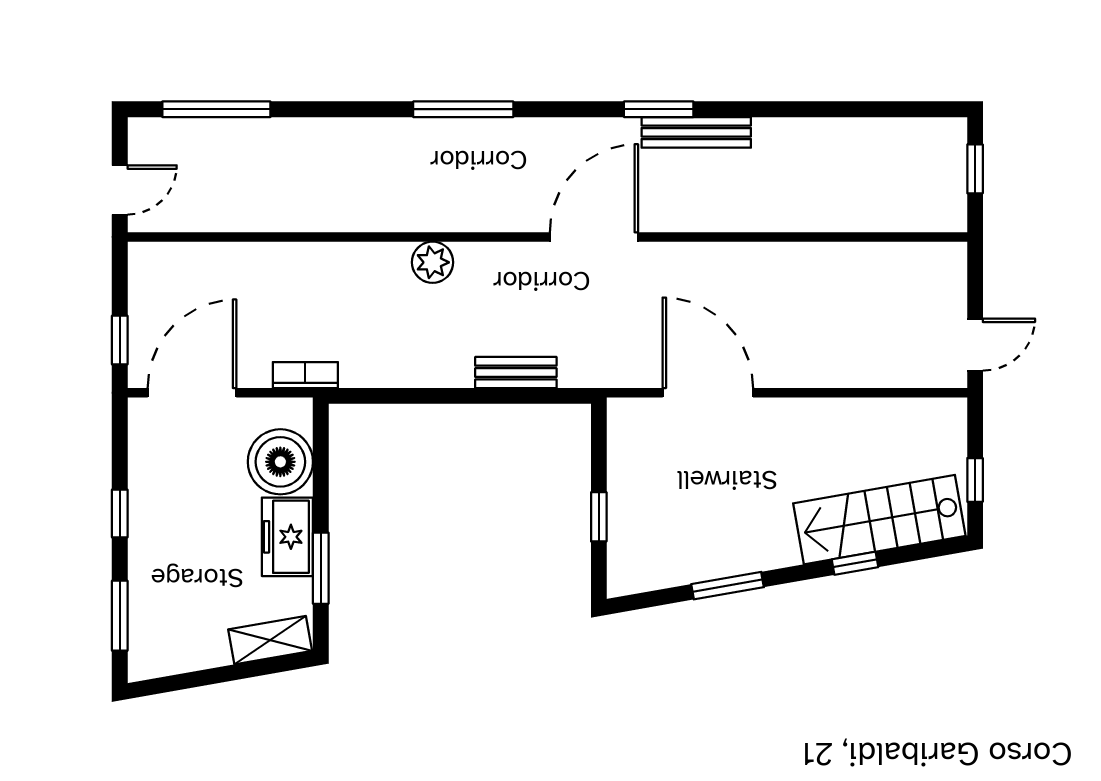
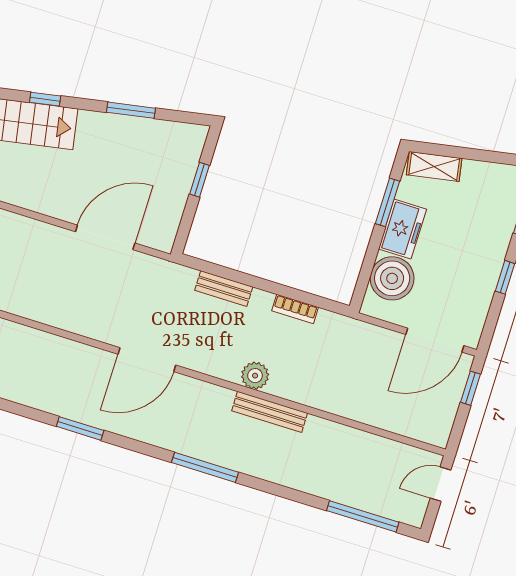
bench: (696, 132) -> (270, 412), moved
bookcase: (305, 375) -> (295, 309), moved
door: (708, 393) -> (105, 237), swing flipped

